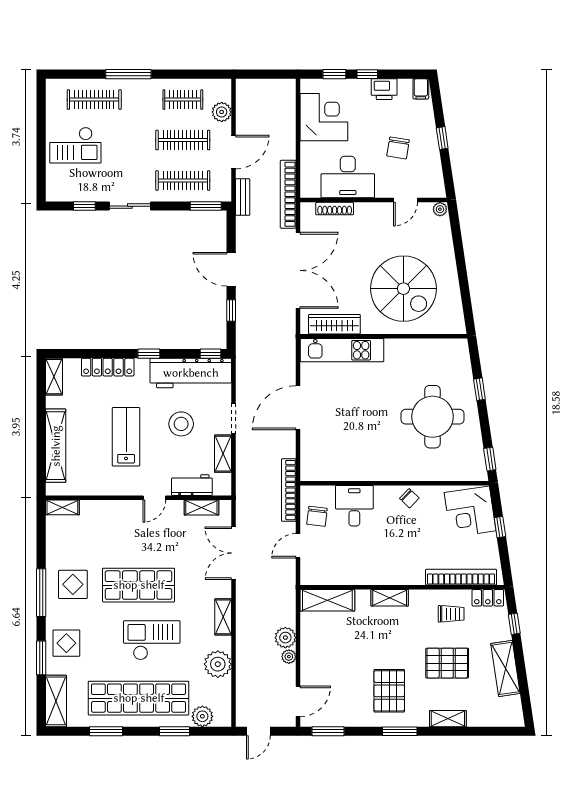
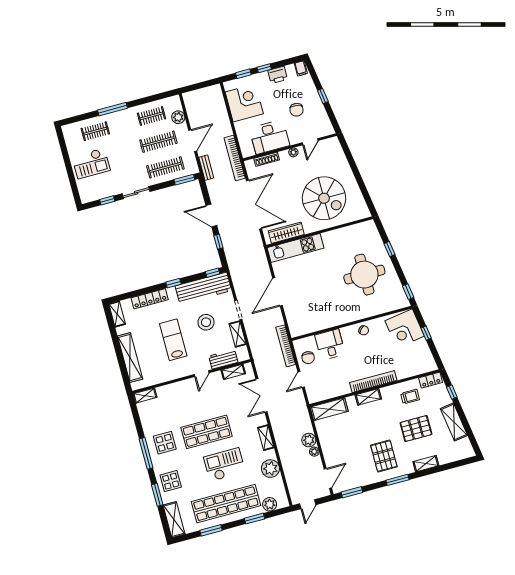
clothes rail: (94, 100) -> (95, 131), width x0.73
plant: (440, 209) -> (293, 152), moved
bookcase: (461, 577) -> (373, 382), moved

